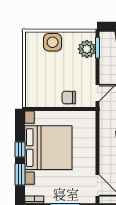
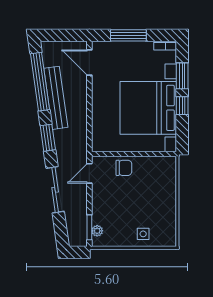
side table: (53, 42) -> (143, 234), width x0.54, depth x0.54
plant: (87, 49) -> (97, 231), width x0.53, depth x0.53

